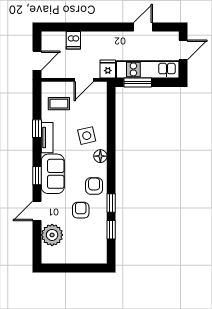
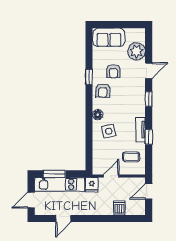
window: (138, 83) -> (54, 174), moved
sofa: (53, 174) -> (109, 37), moved, turned -90
window: (111, 230) -> (89, 56), removed

